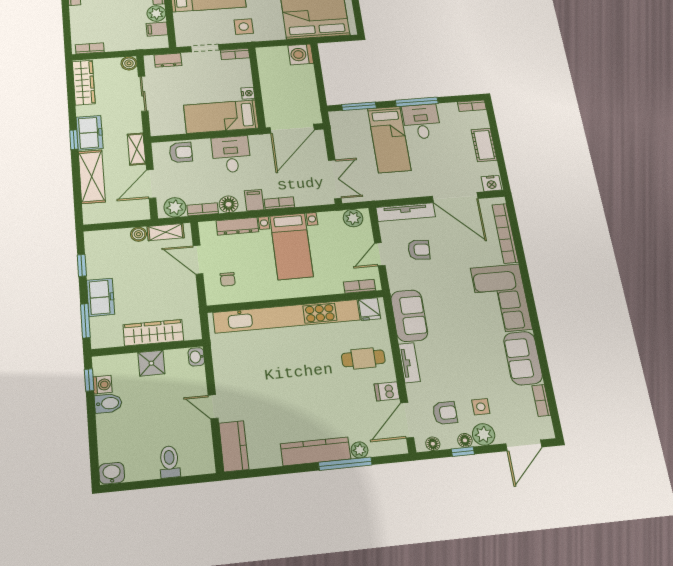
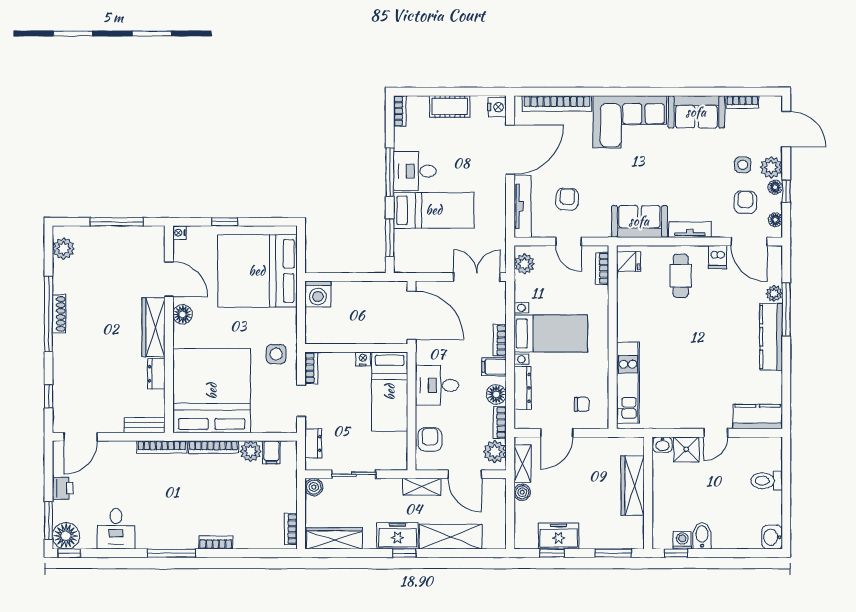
freezer: (101, 297) -> (559, 536), moved
kitchen unit: (287, 316) -> (628, 383), width x0.54
shower: (151, 363) -> (686, 449), moved

